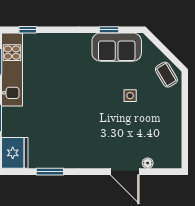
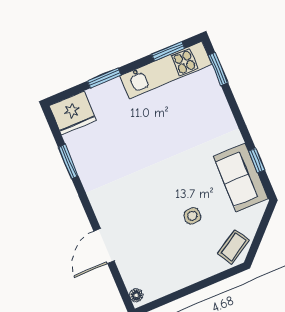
window: (28, 30) -> (218, 69), width x1.50
floor lamp: (148, 163) -> (136, 295), moved

